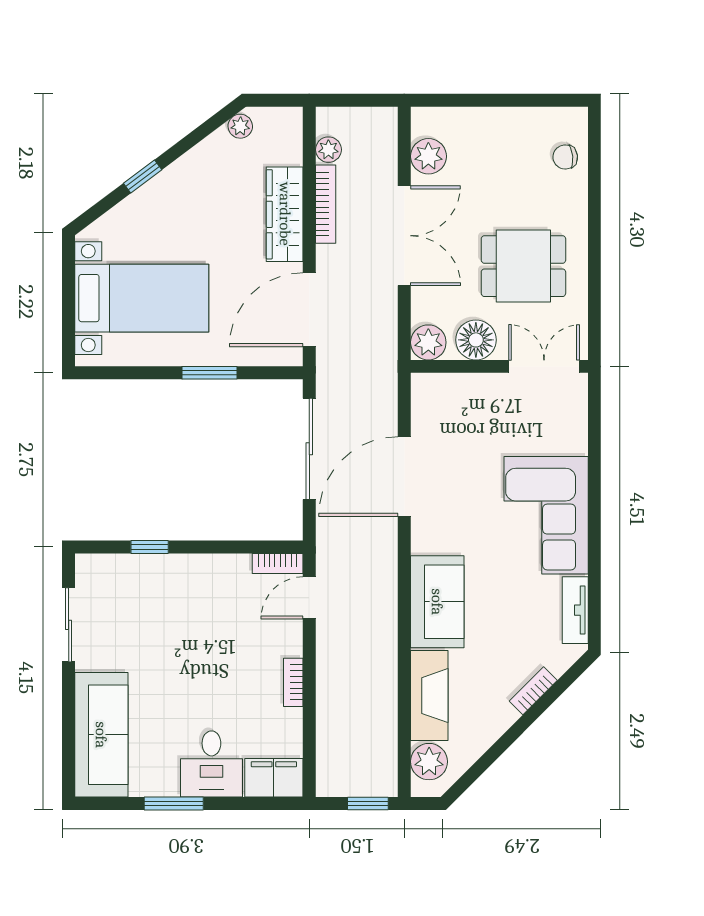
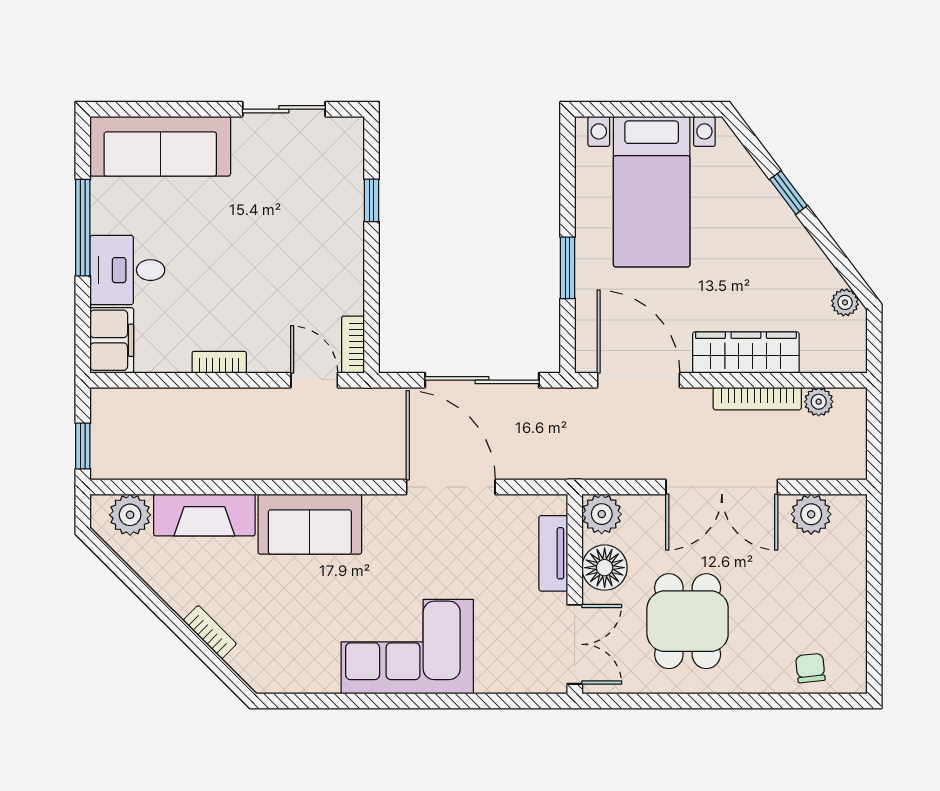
tv unit: (575, 610) -> (553, 553), moved, turned -90
window: (174, 804) -> (83, 228), width x1.44

